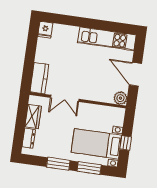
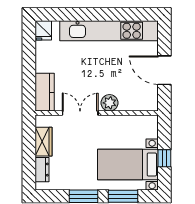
kitchen unit: (107, 39) -> (109, 31), width x1.36
double door: (65, 98) -> (80, 113), swing flipped
plant: (120, 98) -> (110, 103), moved

